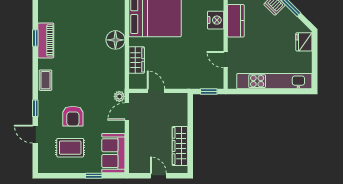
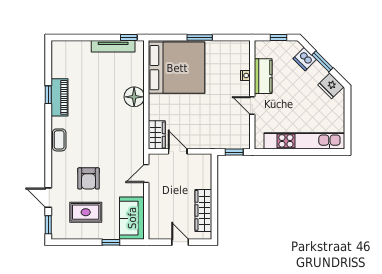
nightstand: (216, 20) -> (245, 75), width x0.53, depth x0.56
fridge: (304, 42) -> (331, 86), moved, turned -45
wardrobe: (137, 60) -> (157, 135), moved
door: (226, 60) -> (252, 106), moved
plant: (119, 96) -> (138, 157), removed
window: (35, 108) -> (48, 225), moved

